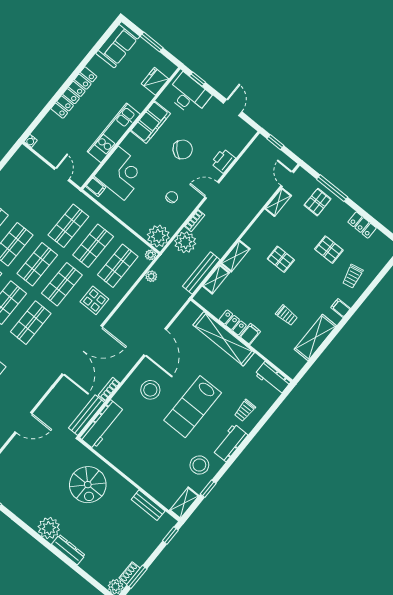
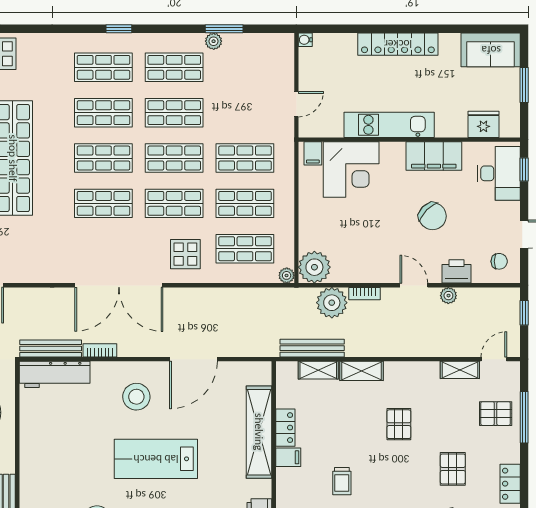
chair: (172, 197) -> (499, 261), moved
plant: (151, 276) -> (448, 296), moved

